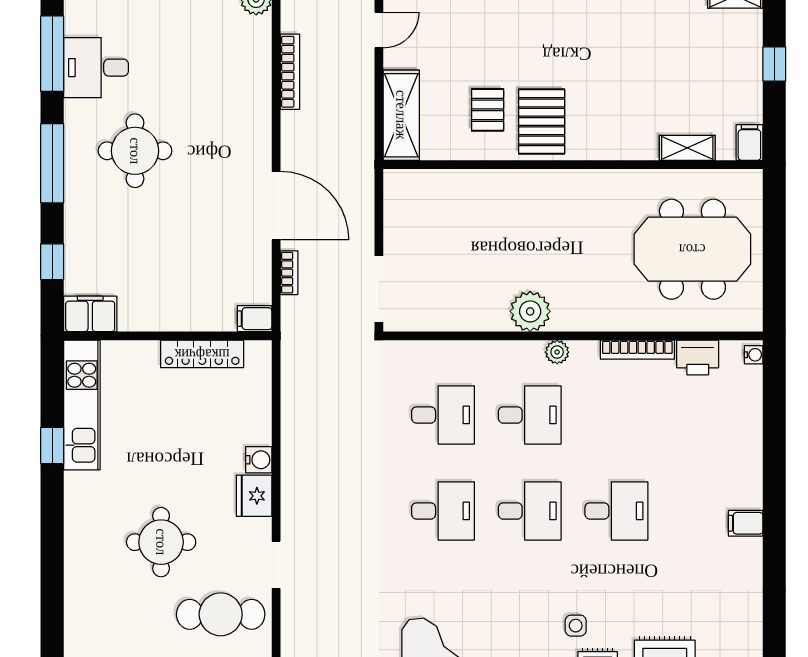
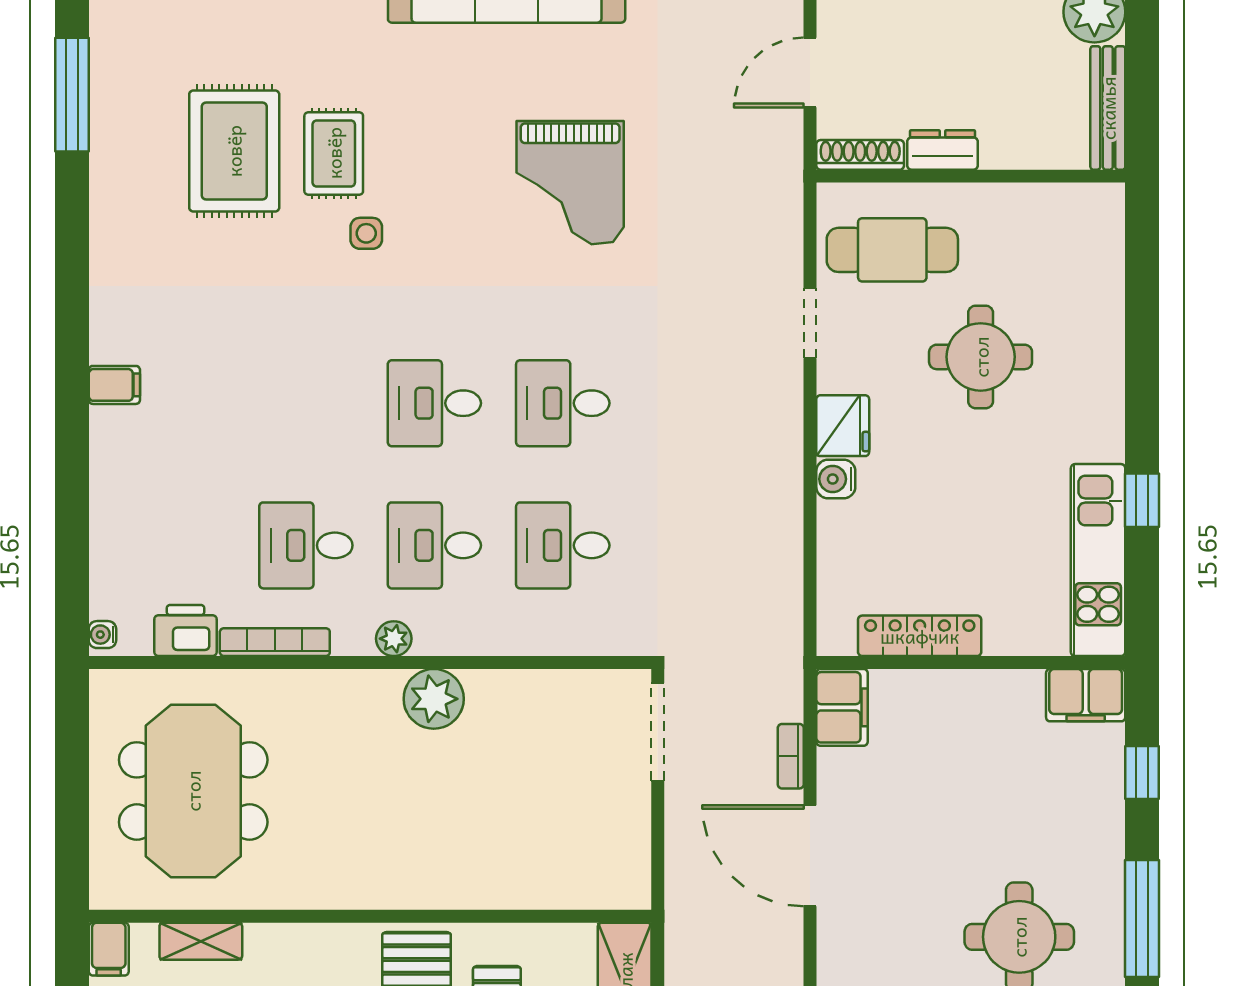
meeting table: (692, 249) -> (193, 791), turned 90
filing cabinet: (255, 319) -> (842, 707), width x2.00
desk: (616, 511) -> (306, 545), moved

